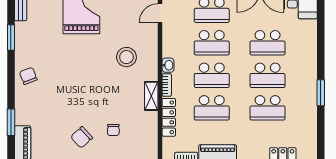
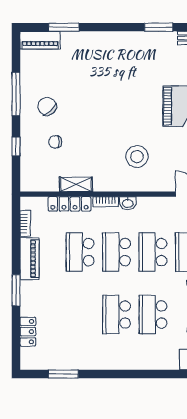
chair: (28, 76) -> (116, 47), removed
window: (321, 93) -> (63, 374), moved
shelving: (151, 96) -> (76, 184), moved
school desk: (268, 108) -> (80, 315), removed

